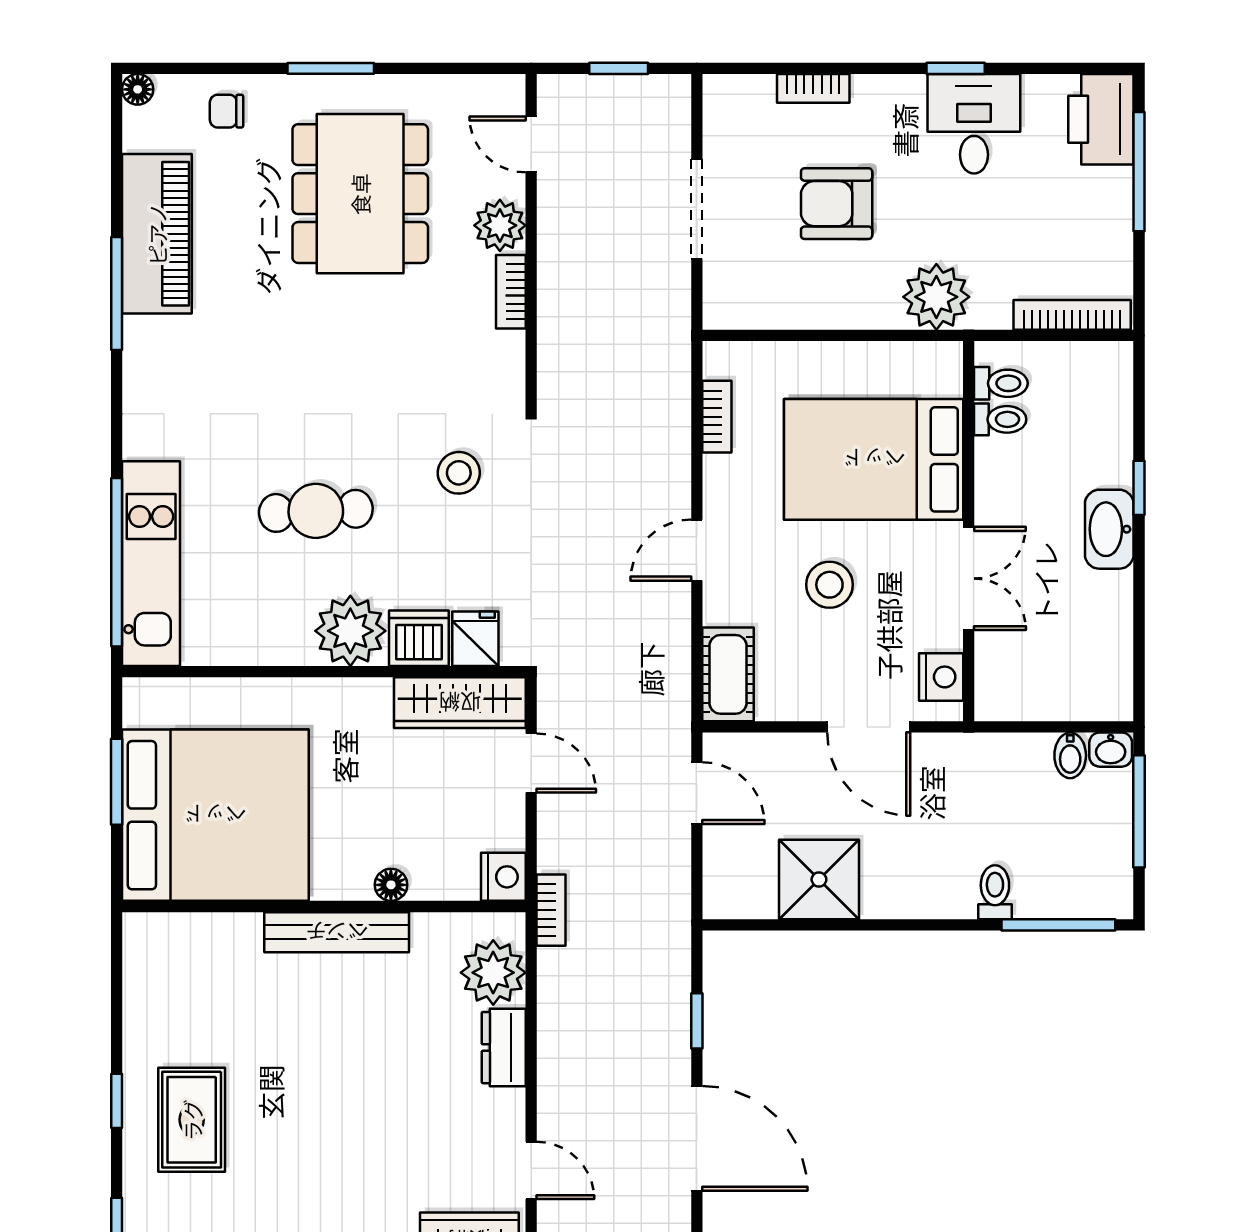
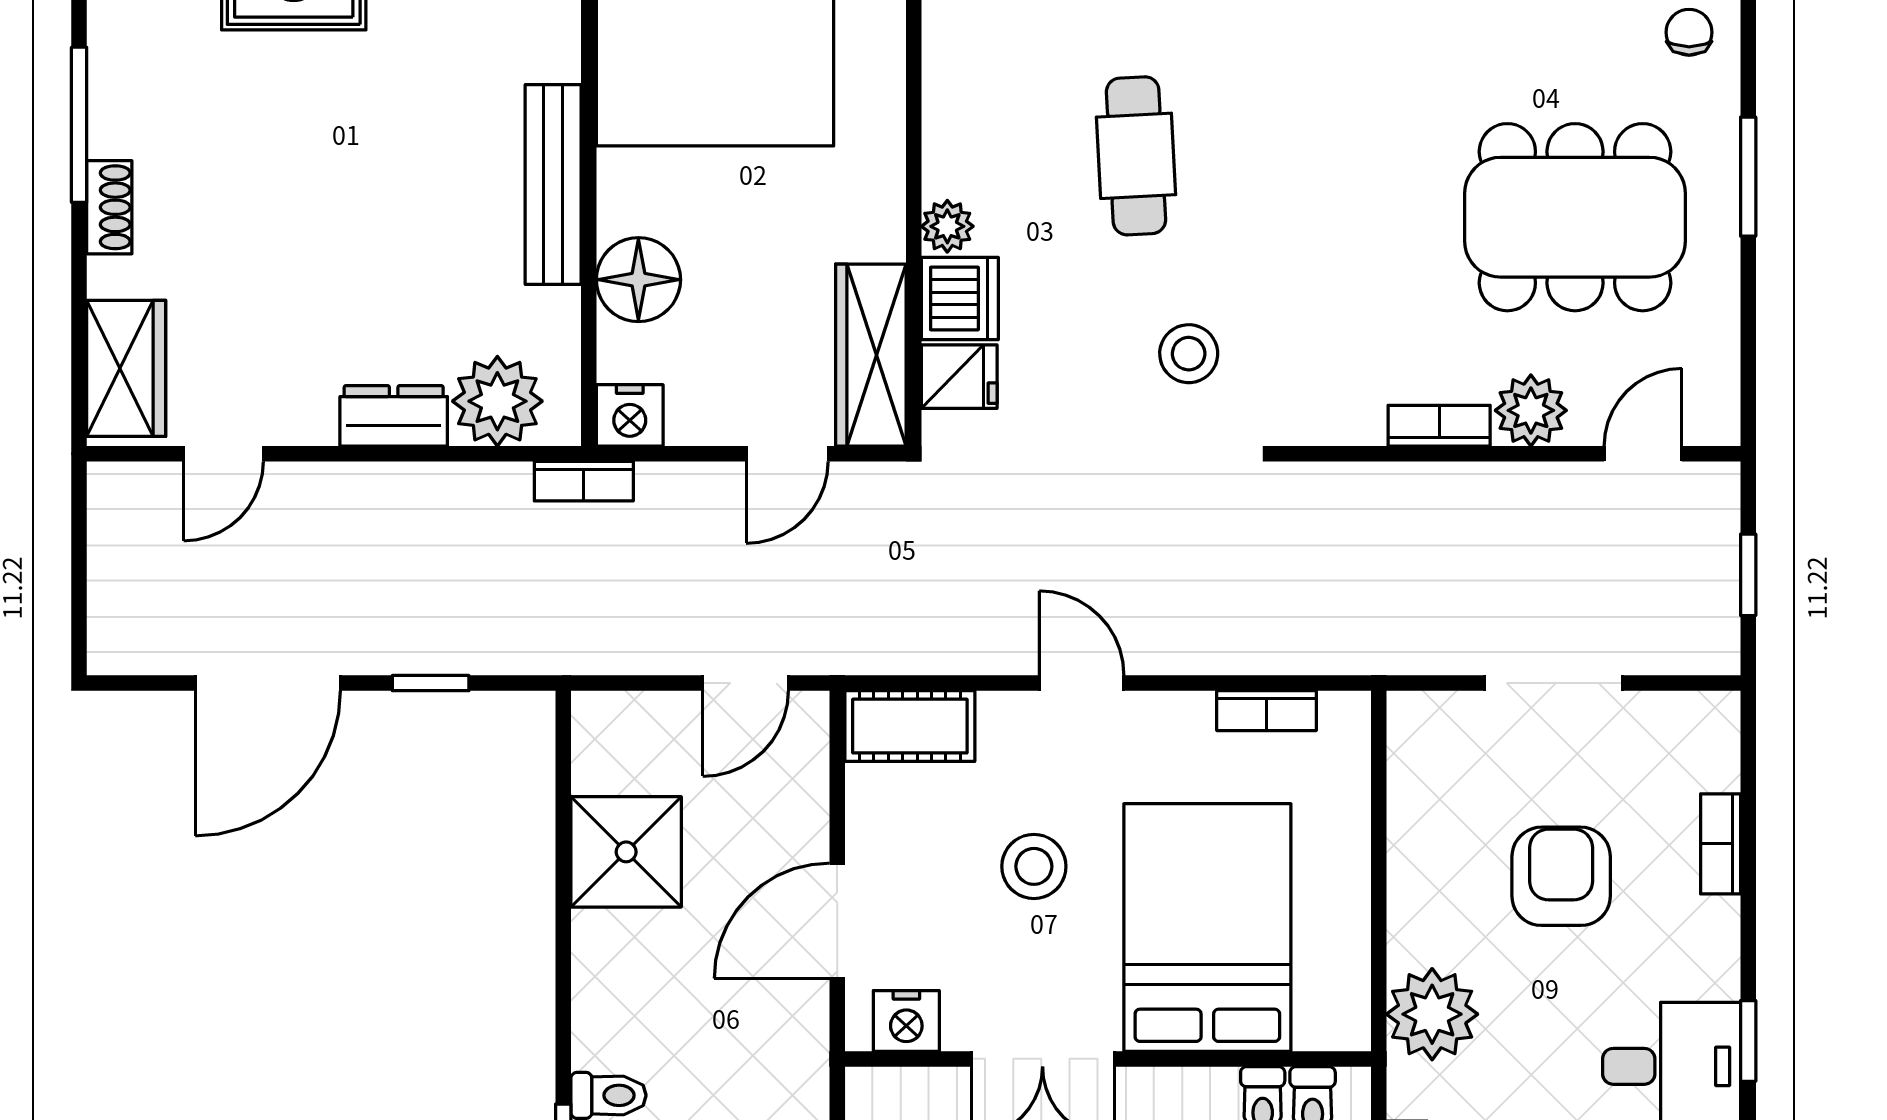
plant: (350, 631) -> (947, 226), width x0.53, depth x0.53
floor lamp: (391, 885) -> (638, 280), width x1.89, depth x1.89

